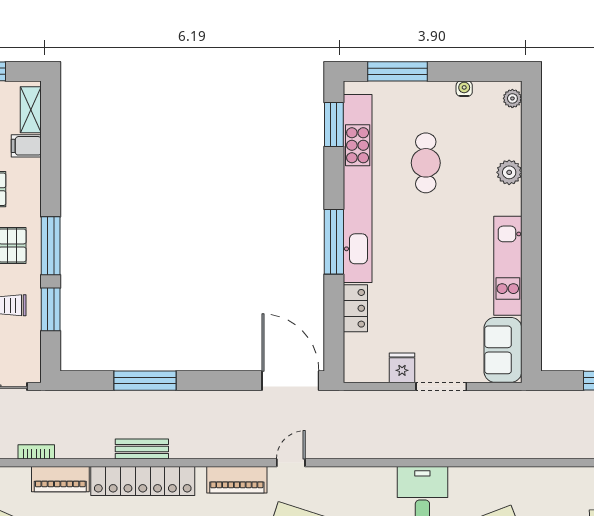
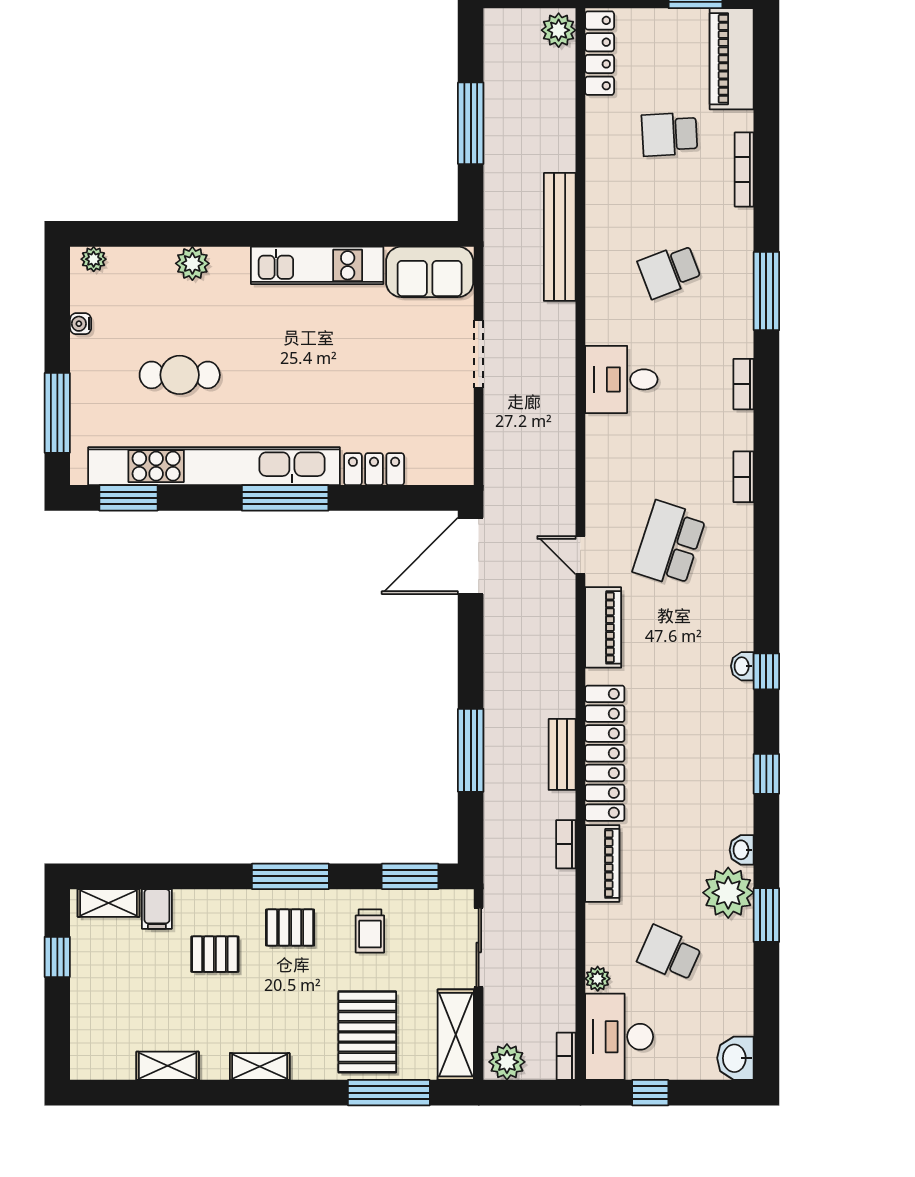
window: (51, 309) -> (410, 876), moved
fridge: (402, 368) -> (454, 407), removed
bench: (529, 447) -> (560, 237), added
bookcase: (36, 452) -> (566, 844), moved

